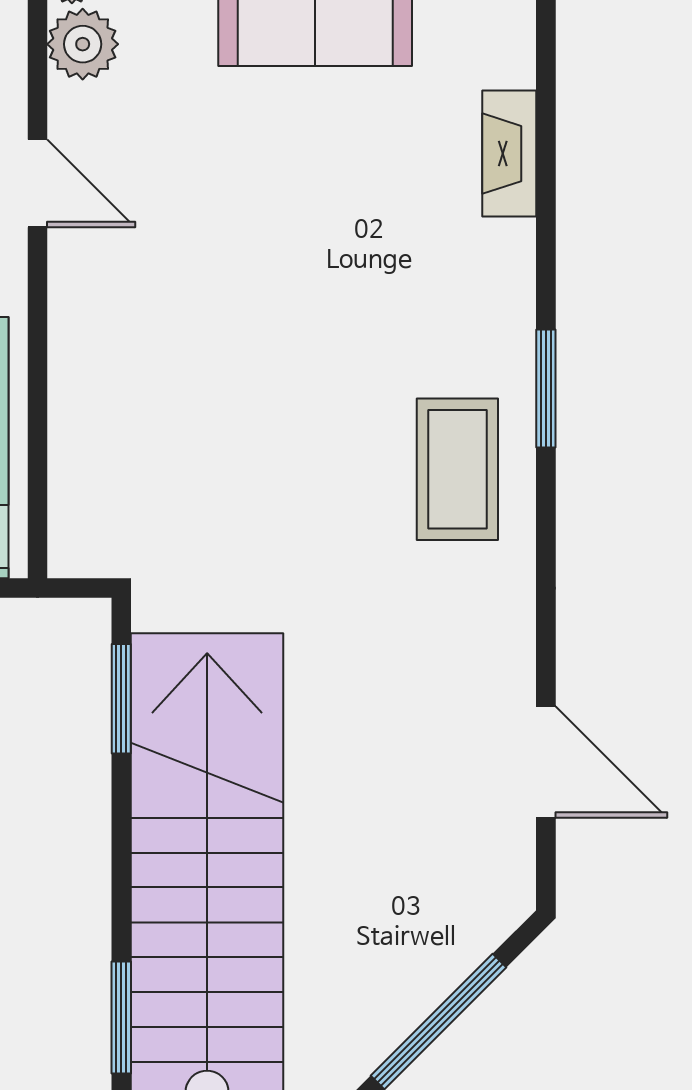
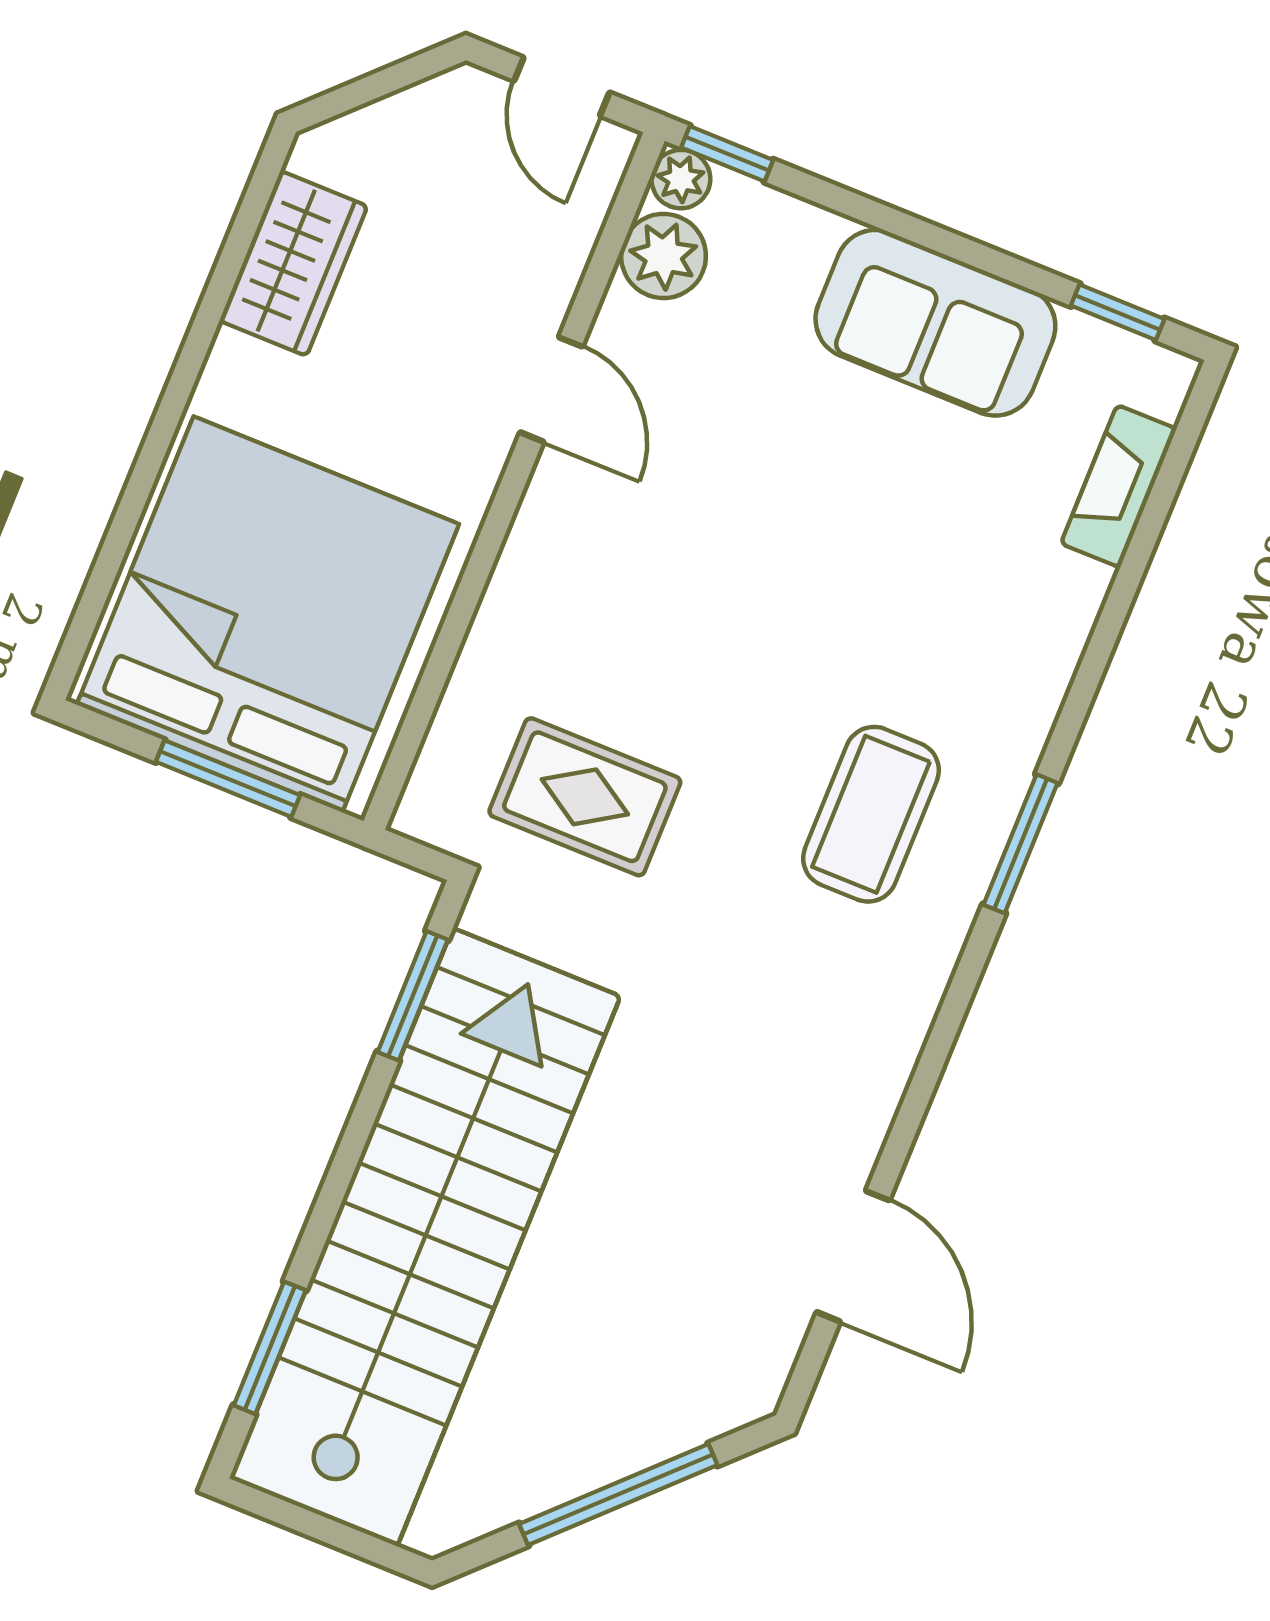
fireplace: (509, 154) -> (1119, 486), moved
coffee table: (457, 469) -> (871, 814), moved
rug: (192, 490) -> (585, 797), added

